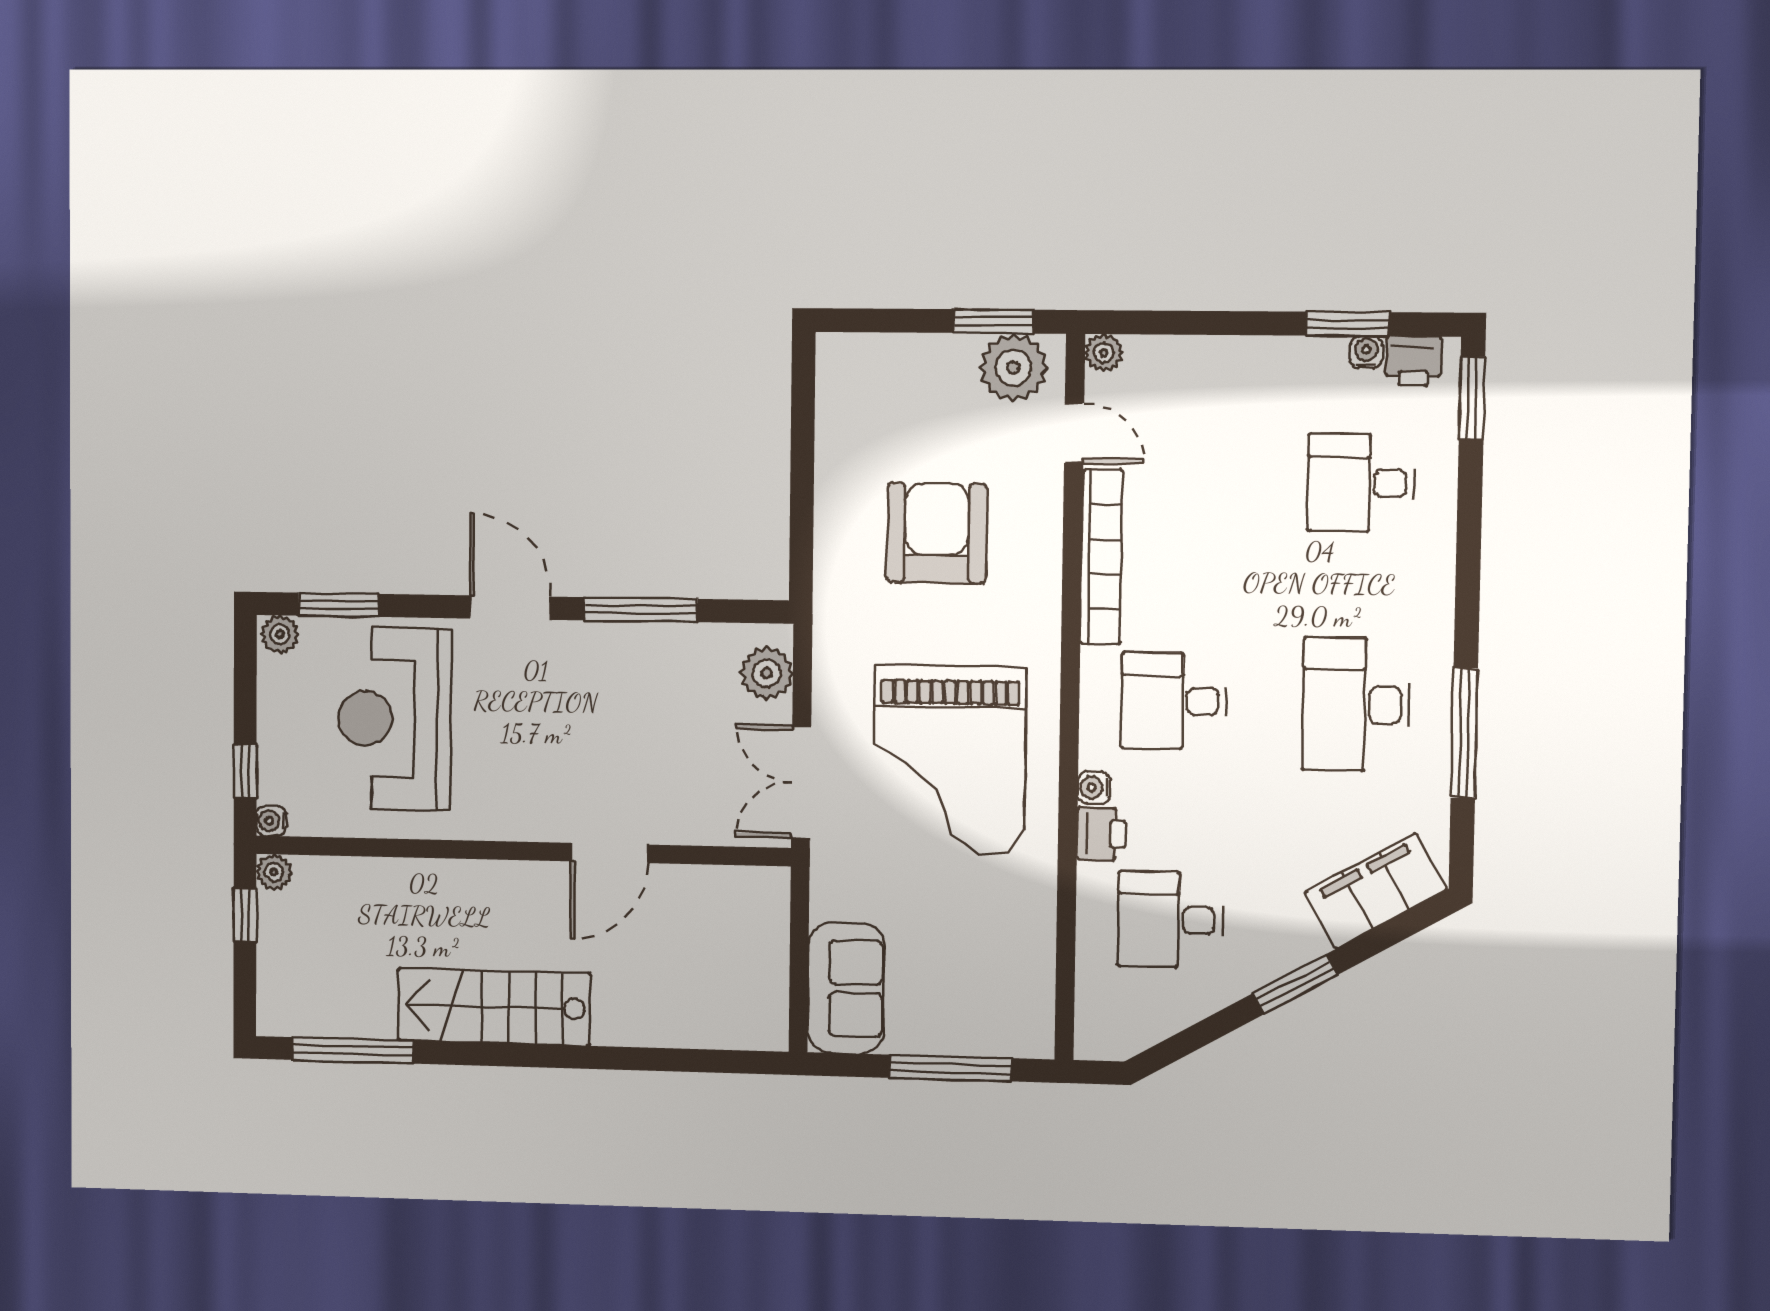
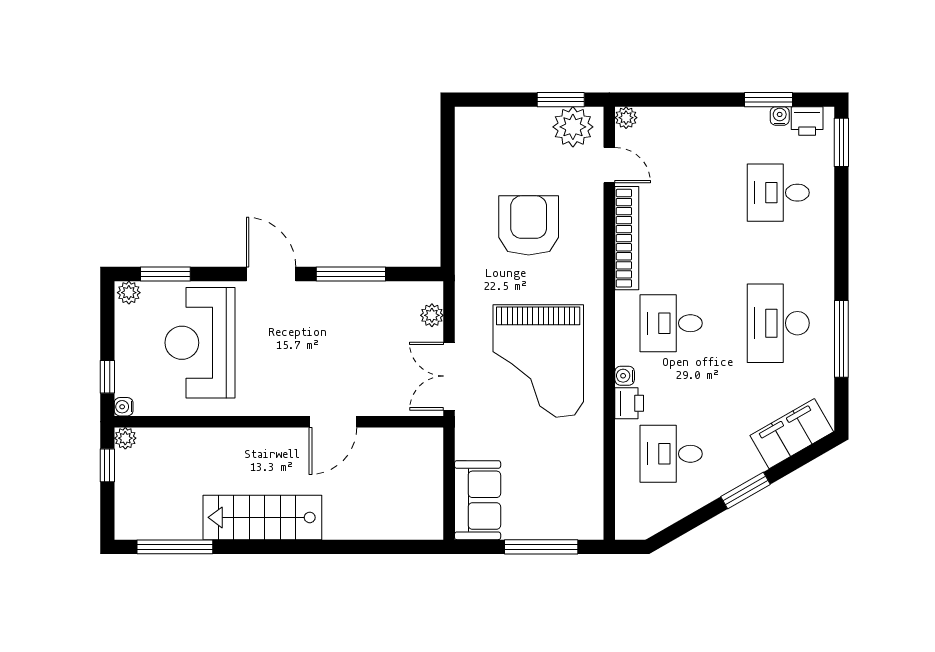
plant: (767, 673) -> (432, 315), width x0.73, depth x0.73

